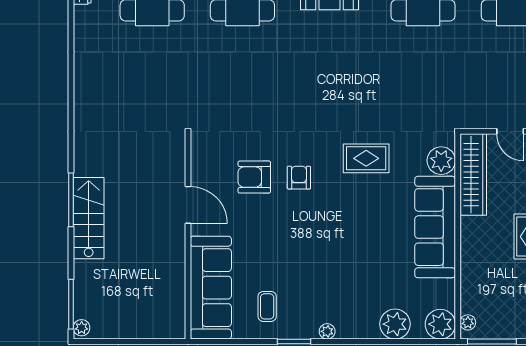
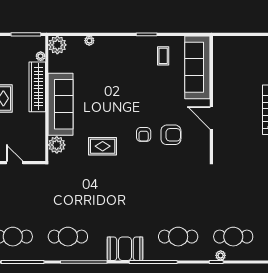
wardrobe: (473, 175) -> (37, 87), moved
plant: (468, 322) -> (41, 56), moved
plant: (395, 324) -> (89, 41), width x0.53, depth x0.53
plant: (327, 331) -> (126, 41), removed

